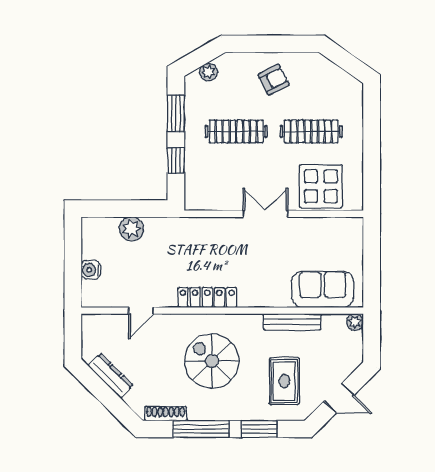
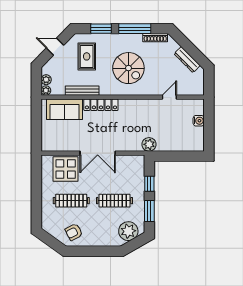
plant: (208, 72) -> (128, 231), width x1.88, depth x1.88
armchair: (274, 80) -> (74, 232), moved
double door: (265, 214) -> (98, 153), width x1.37
plant: (132, 229) -> (149, 144), moved
locker: (207, 297) -> (101, 105), moved
plant: (355, 341) -> (46, 80), added

